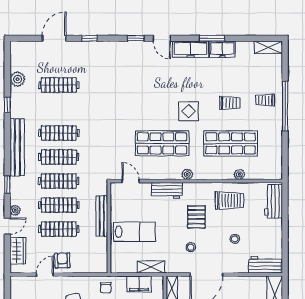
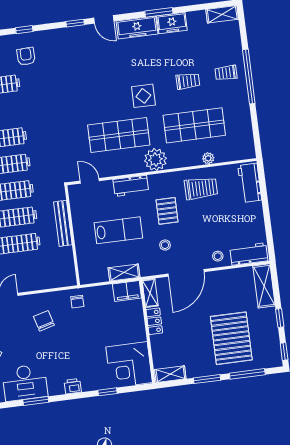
plant: (187, 174) -> (155, 160), width x1.88, depth x1.88
lab bench: (134, 232) -> (118, 230), moved
stool: (235, 239) -> (218, 256), moved
armchair: (62, 260) -> (26, 56), moved
filing cabinet: (139, 284) -> (127, 291), moved

